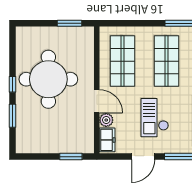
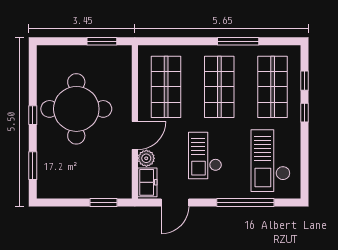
door: (97, 101) -> (135, 136), hinge flipped
window: (12, 116) -> (33, 166), moved
door: (143, 157) -> (175, 202), moved

